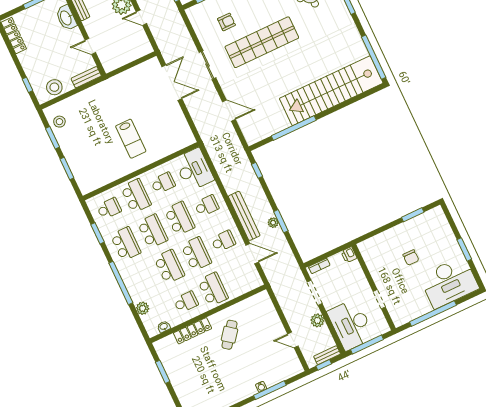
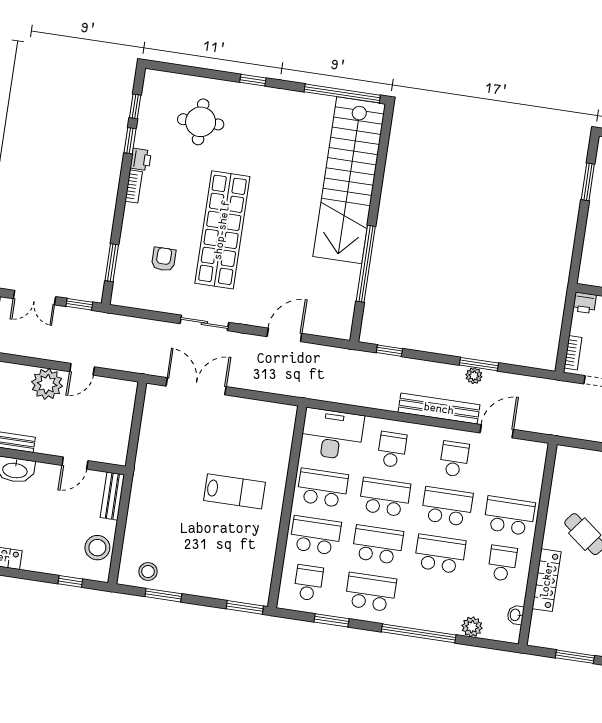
window: (67, 168) -> (245, 607), moved
school desk: (163, 183) -> (323, 488), width x1.85

